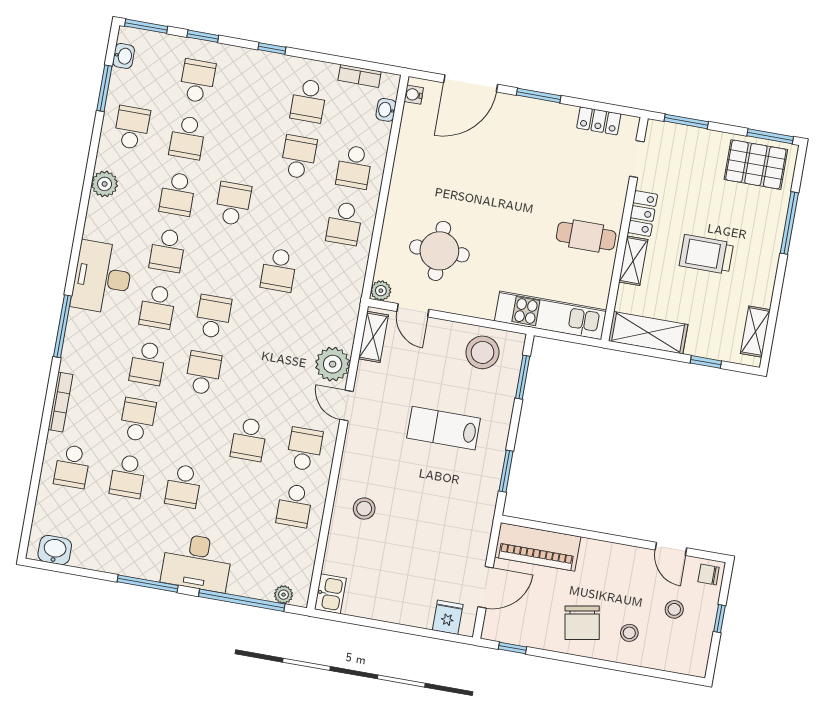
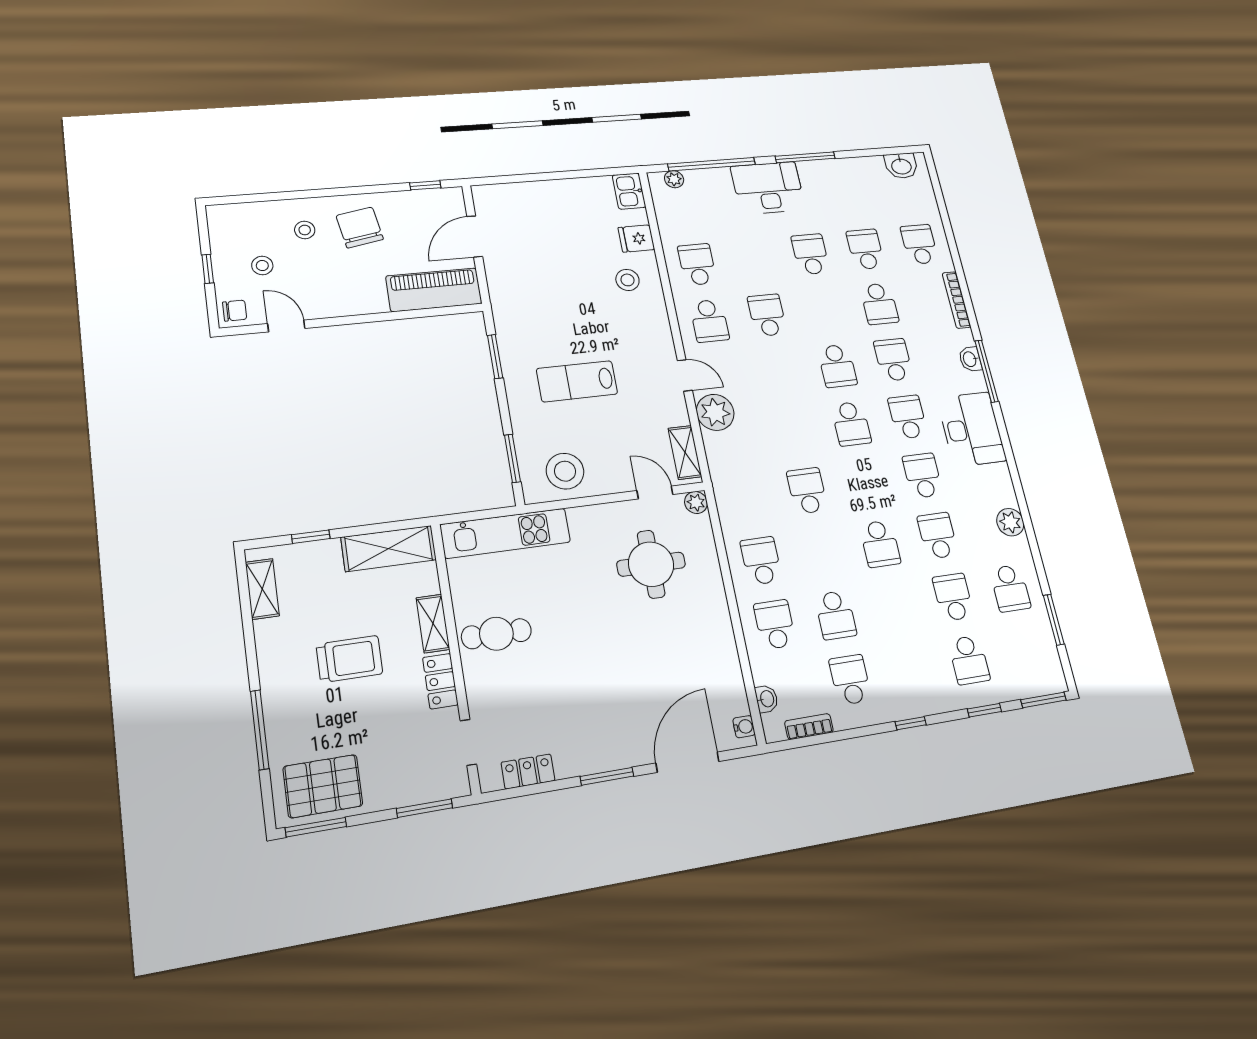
washbasin: (124, 56) -> (970, 359), moved
lab bench: (444, 428) -> (577, 381), turned 180
fridge: (448, 617) -> (636, 239), moved, turned 90

